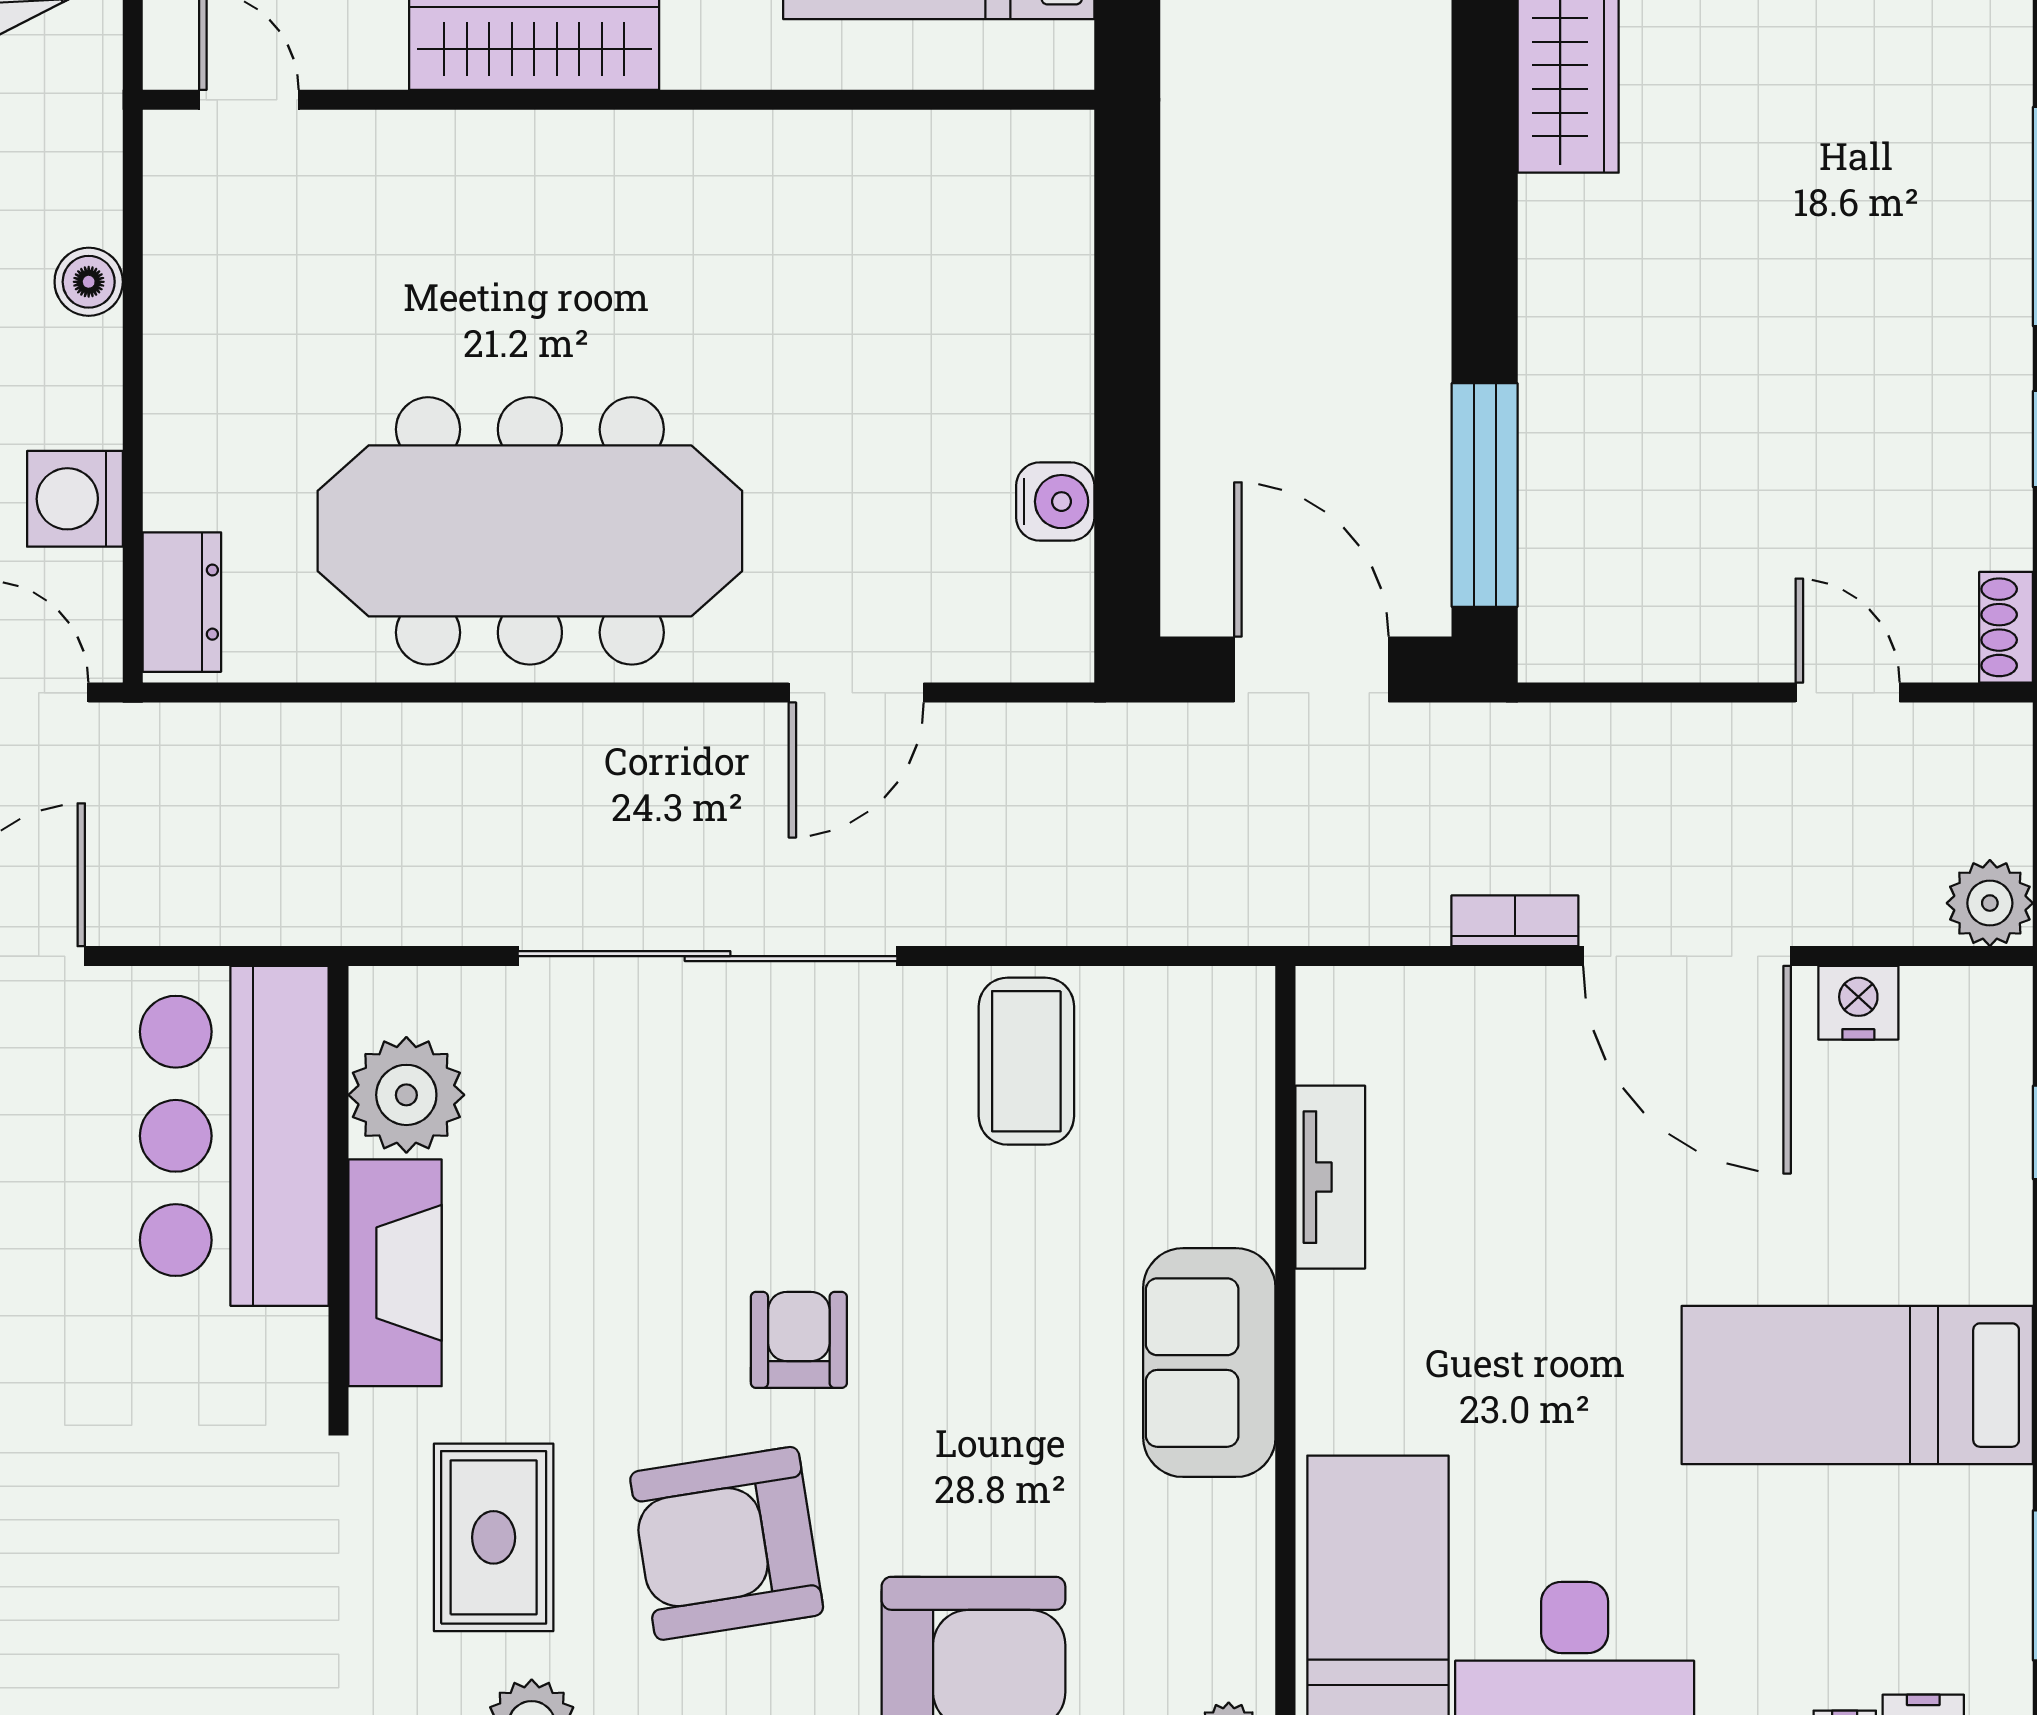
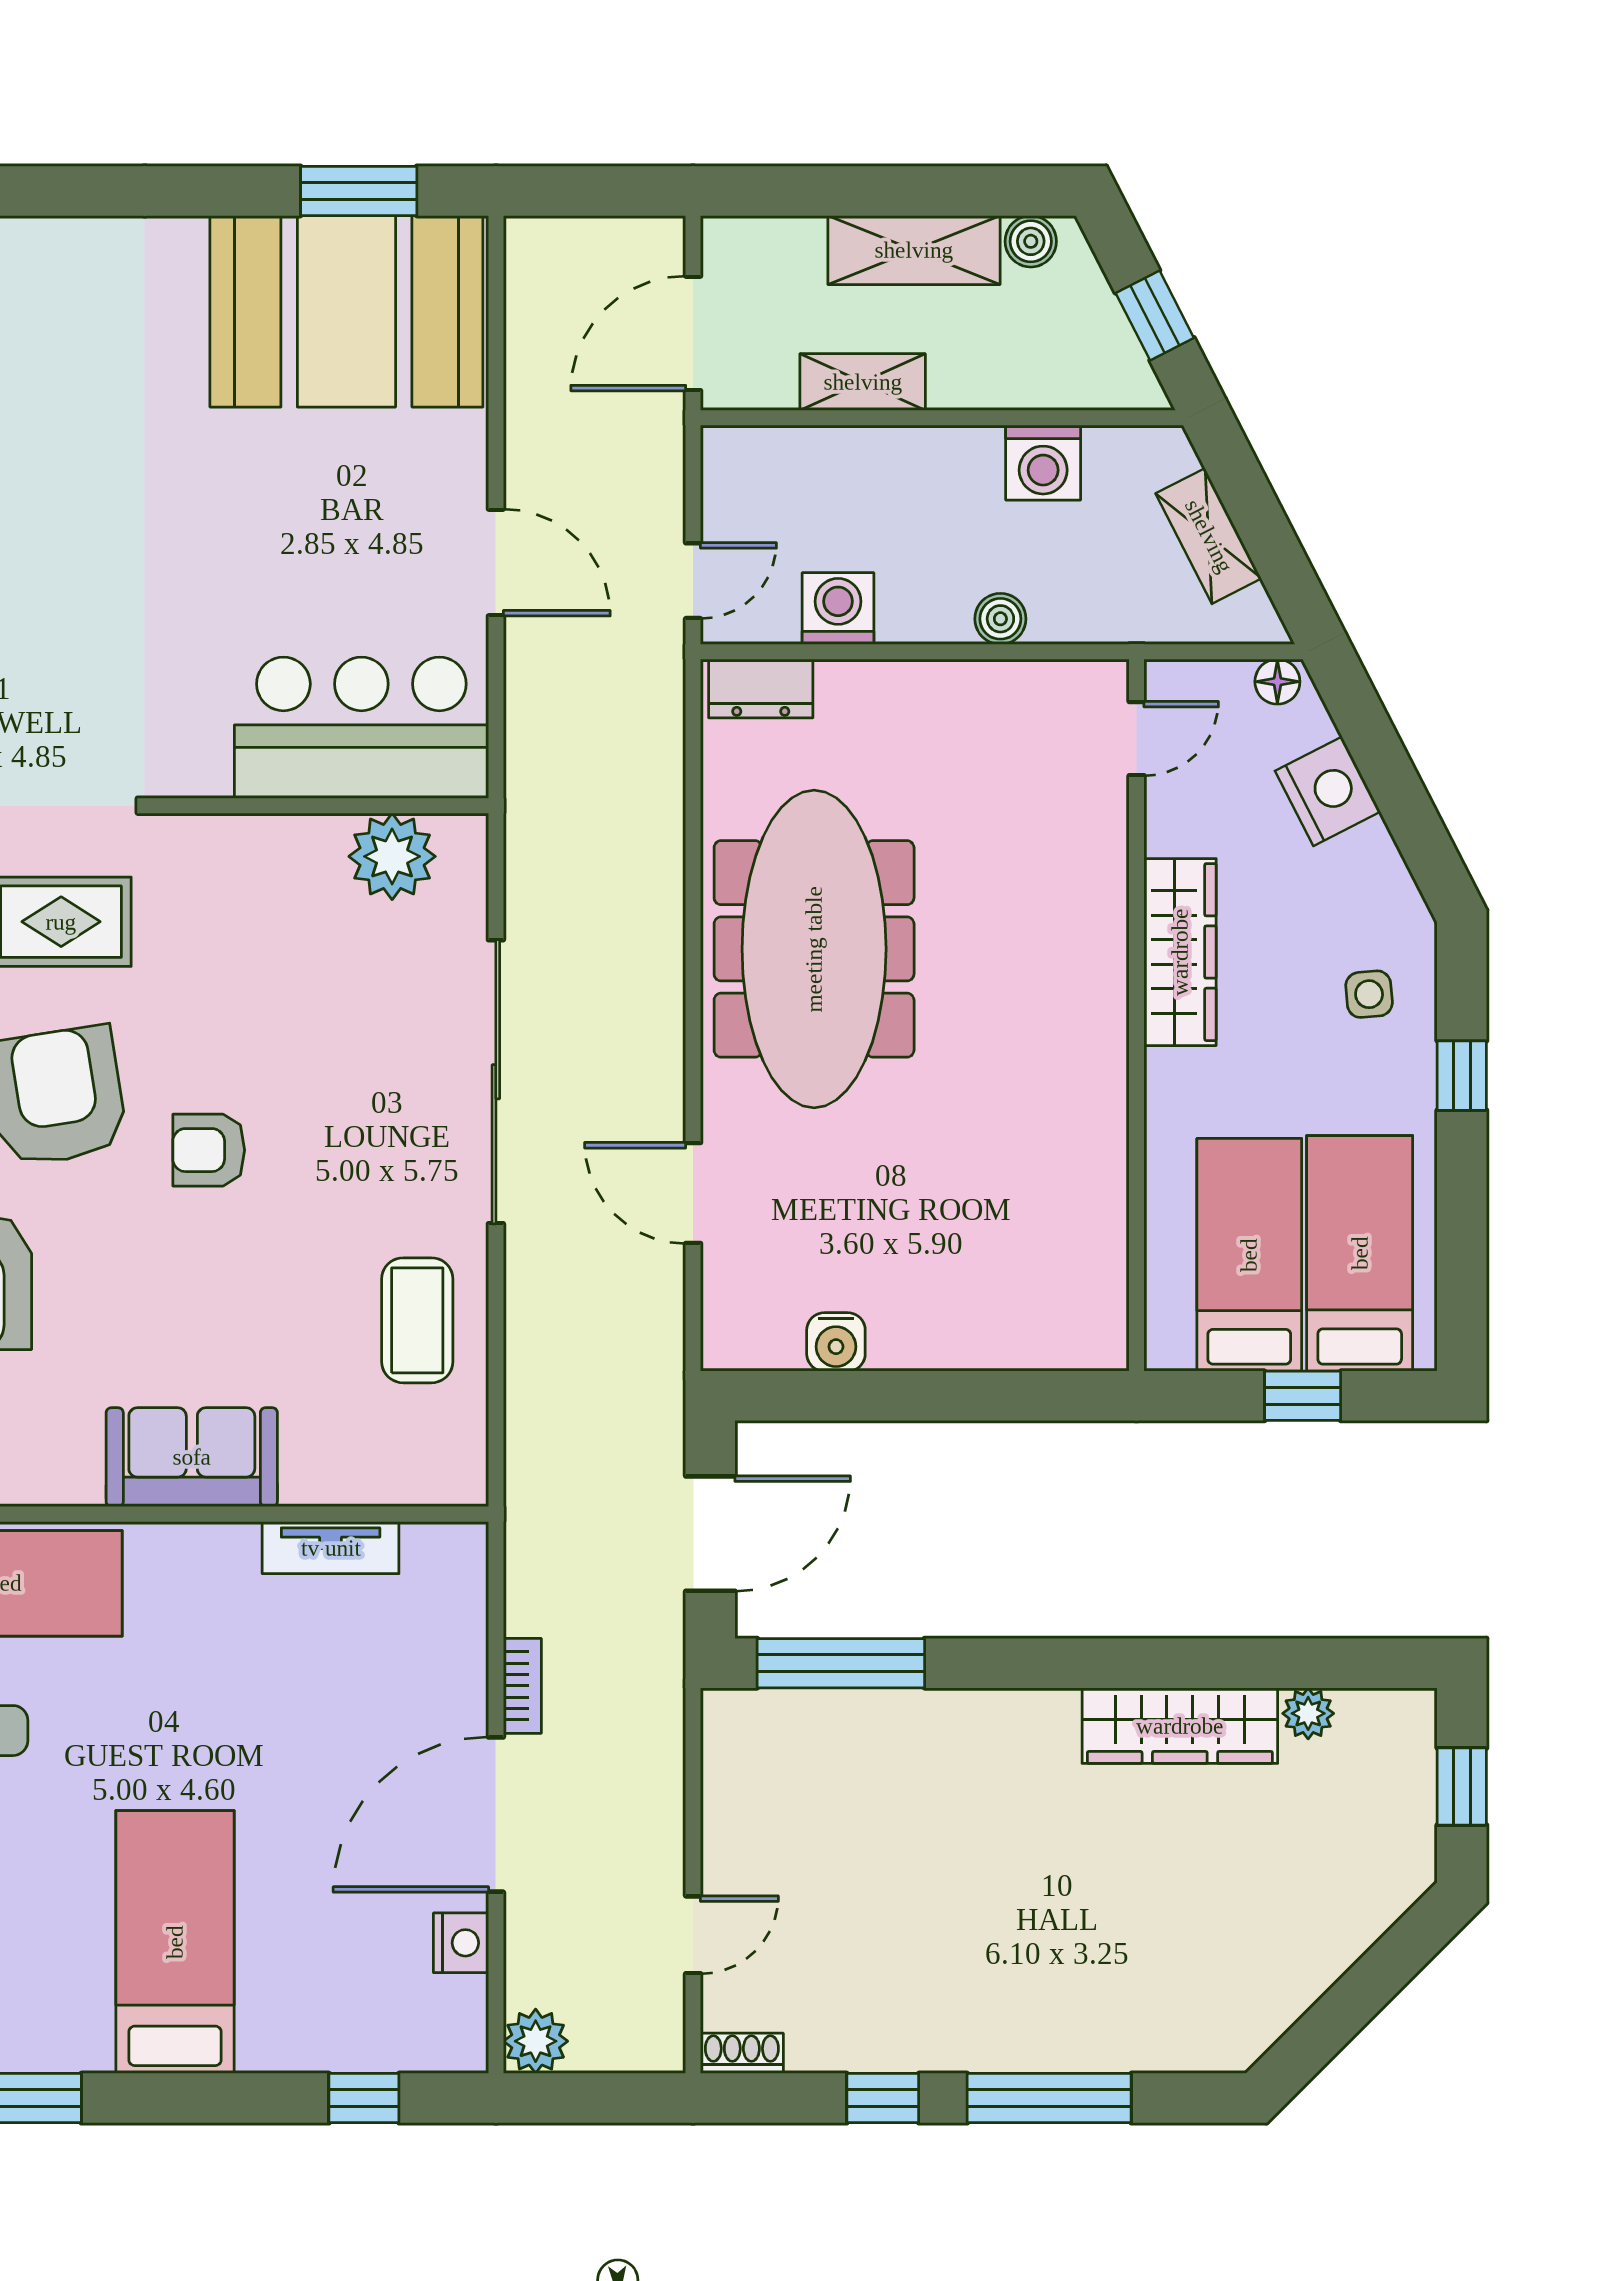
coffee table: (1026, 1061) -> (417, 1320), turned 90
fireplace: (395, 1273) -> (259, 848), removed
armchair: (799, 1340) -> (209, 1150), turned 180

